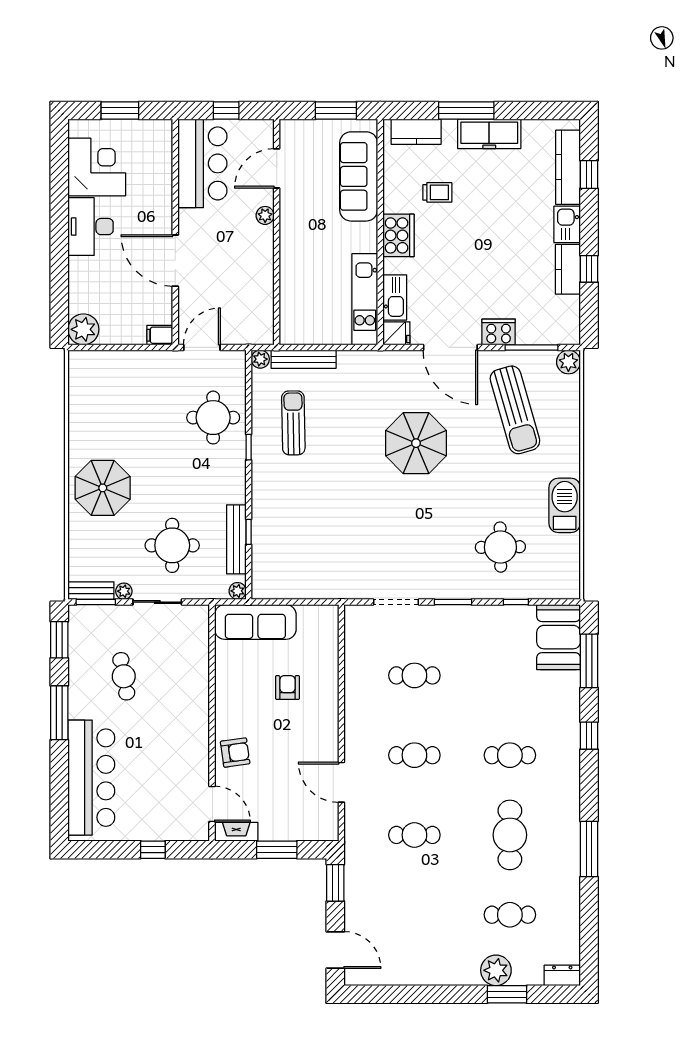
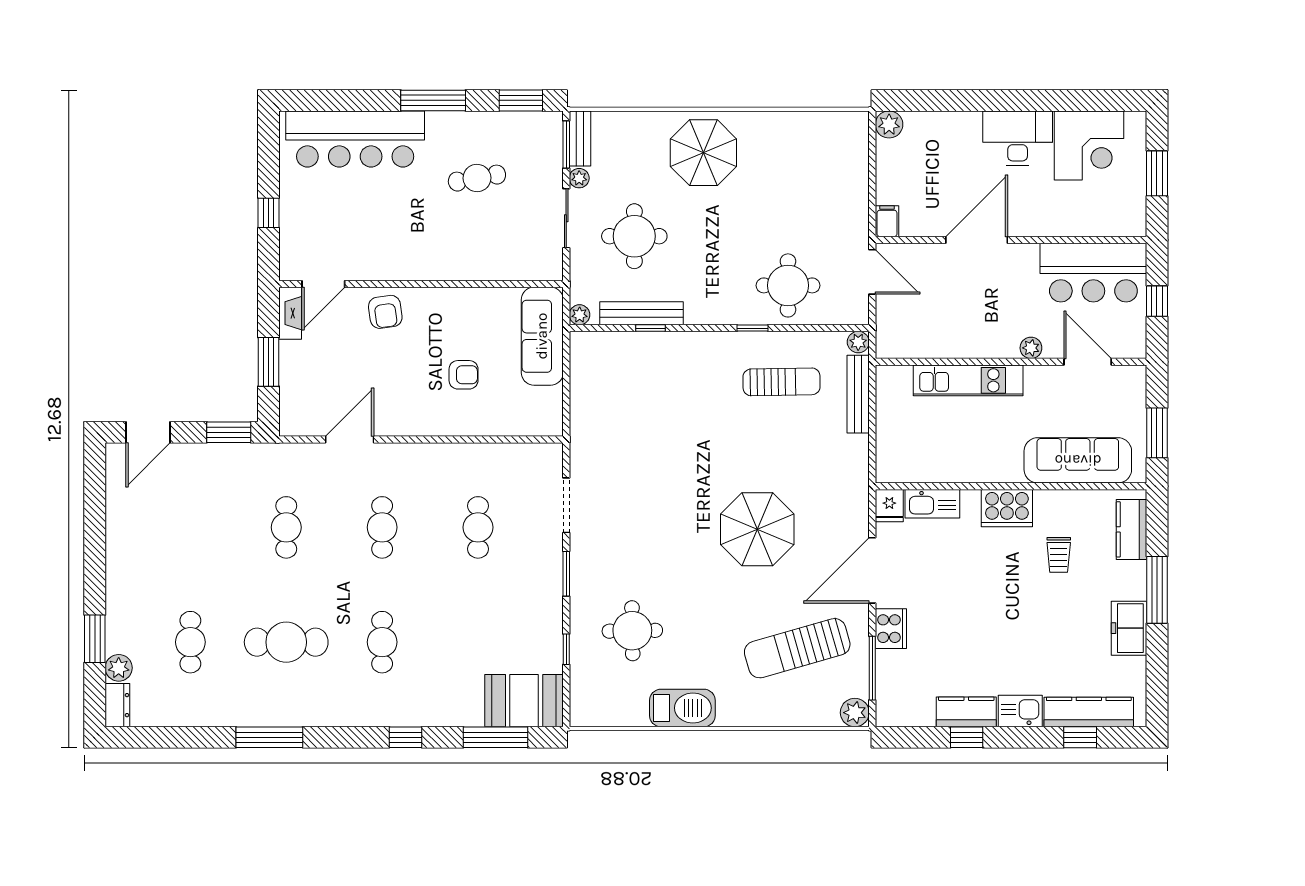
freezer: (489, 134) -> (1129, 628), width x0.71
kitchen unit: (365, 299) -> (968, 380), moved, turned 180
plant: (83, 329) -> (889, 124), width x0.73, depth x0.73
plant: (496, 970) -> (119, 668), moved, width x0.73, depth x0.73

